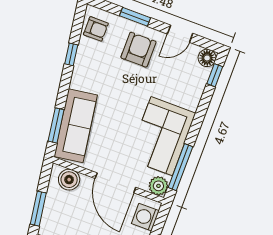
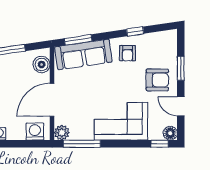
armchair: (96, 29) -> (128, 53), moved
corner sofa: (162, 136) -> (121, 121), moved

